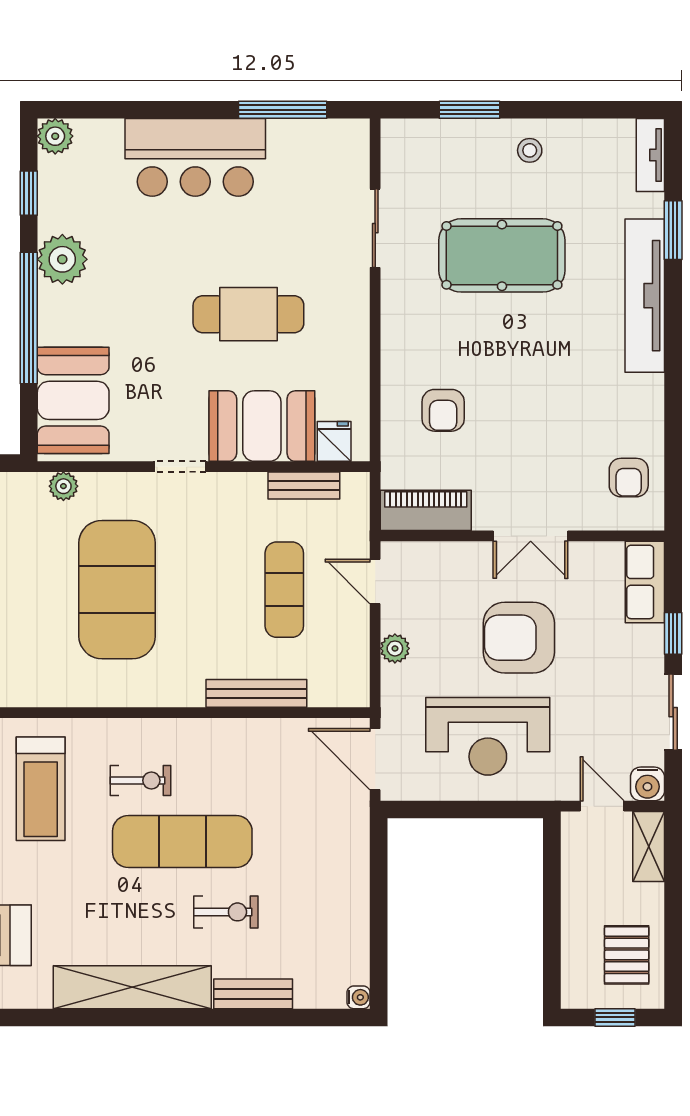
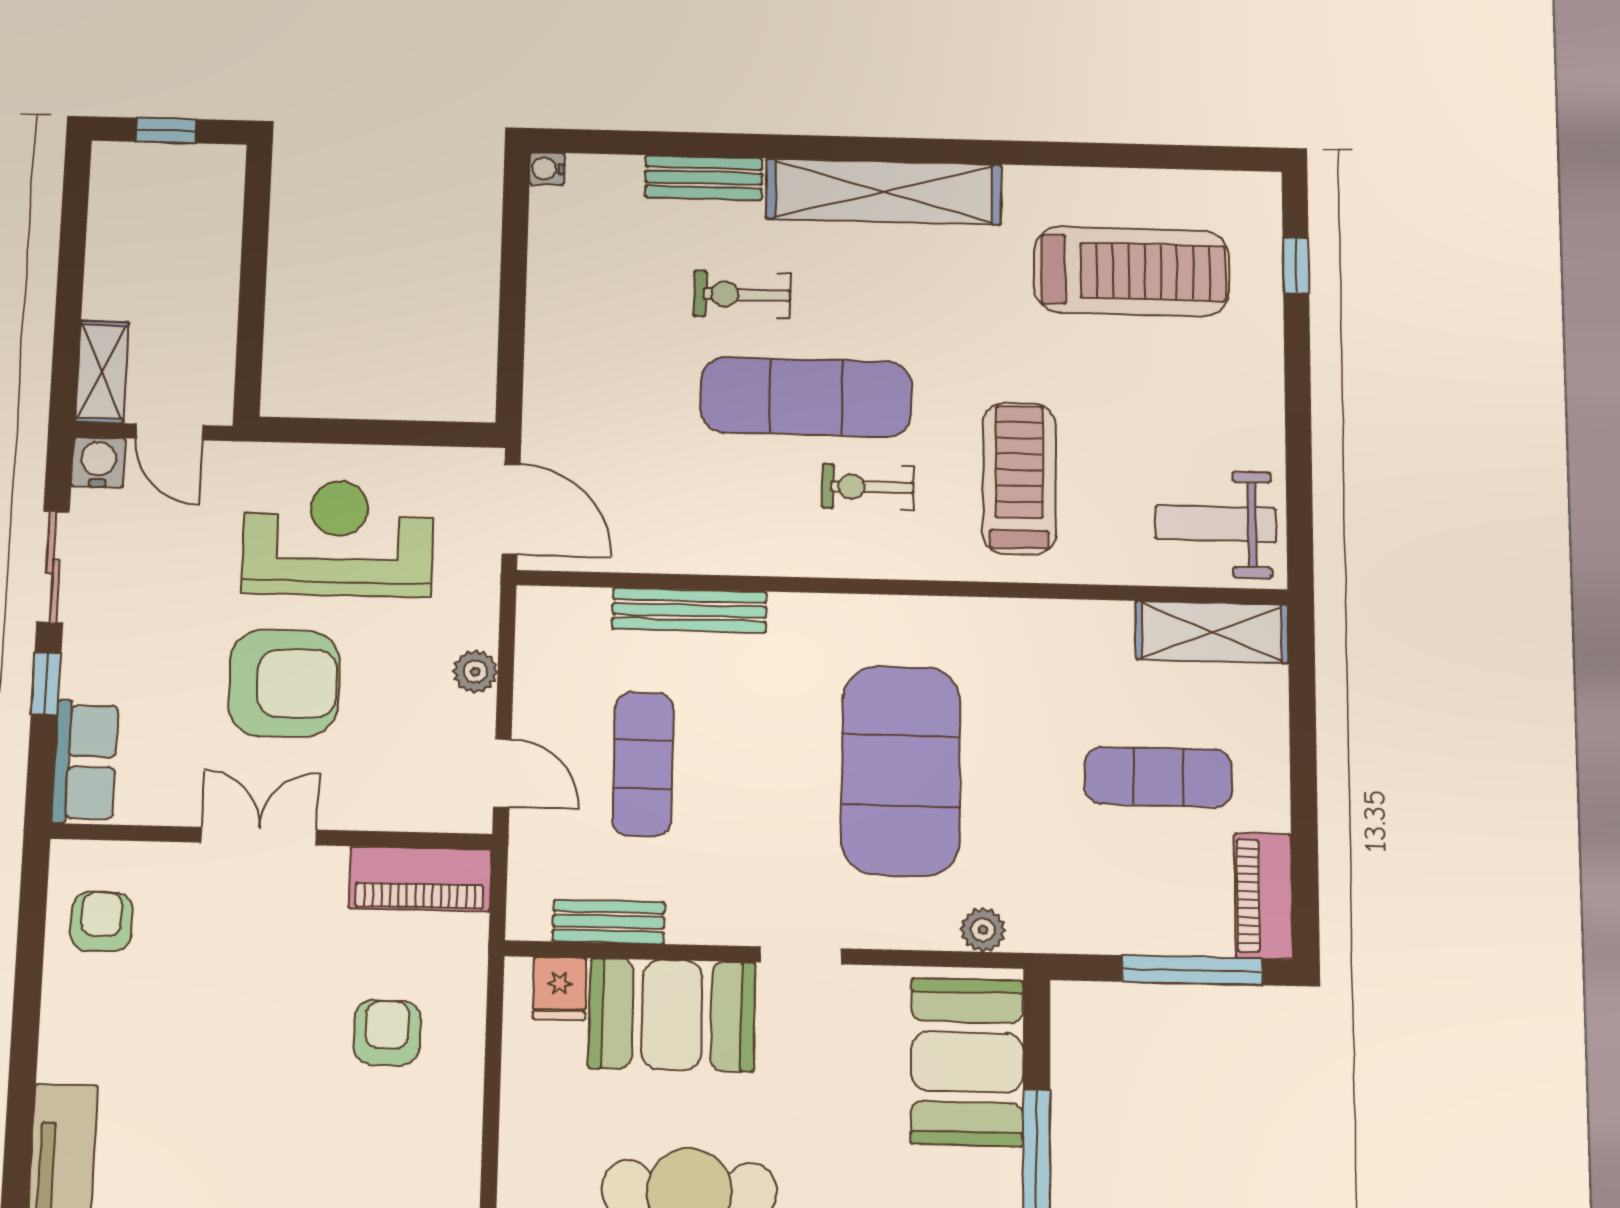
pallet: (627, 955) -> (144, 218), removed

